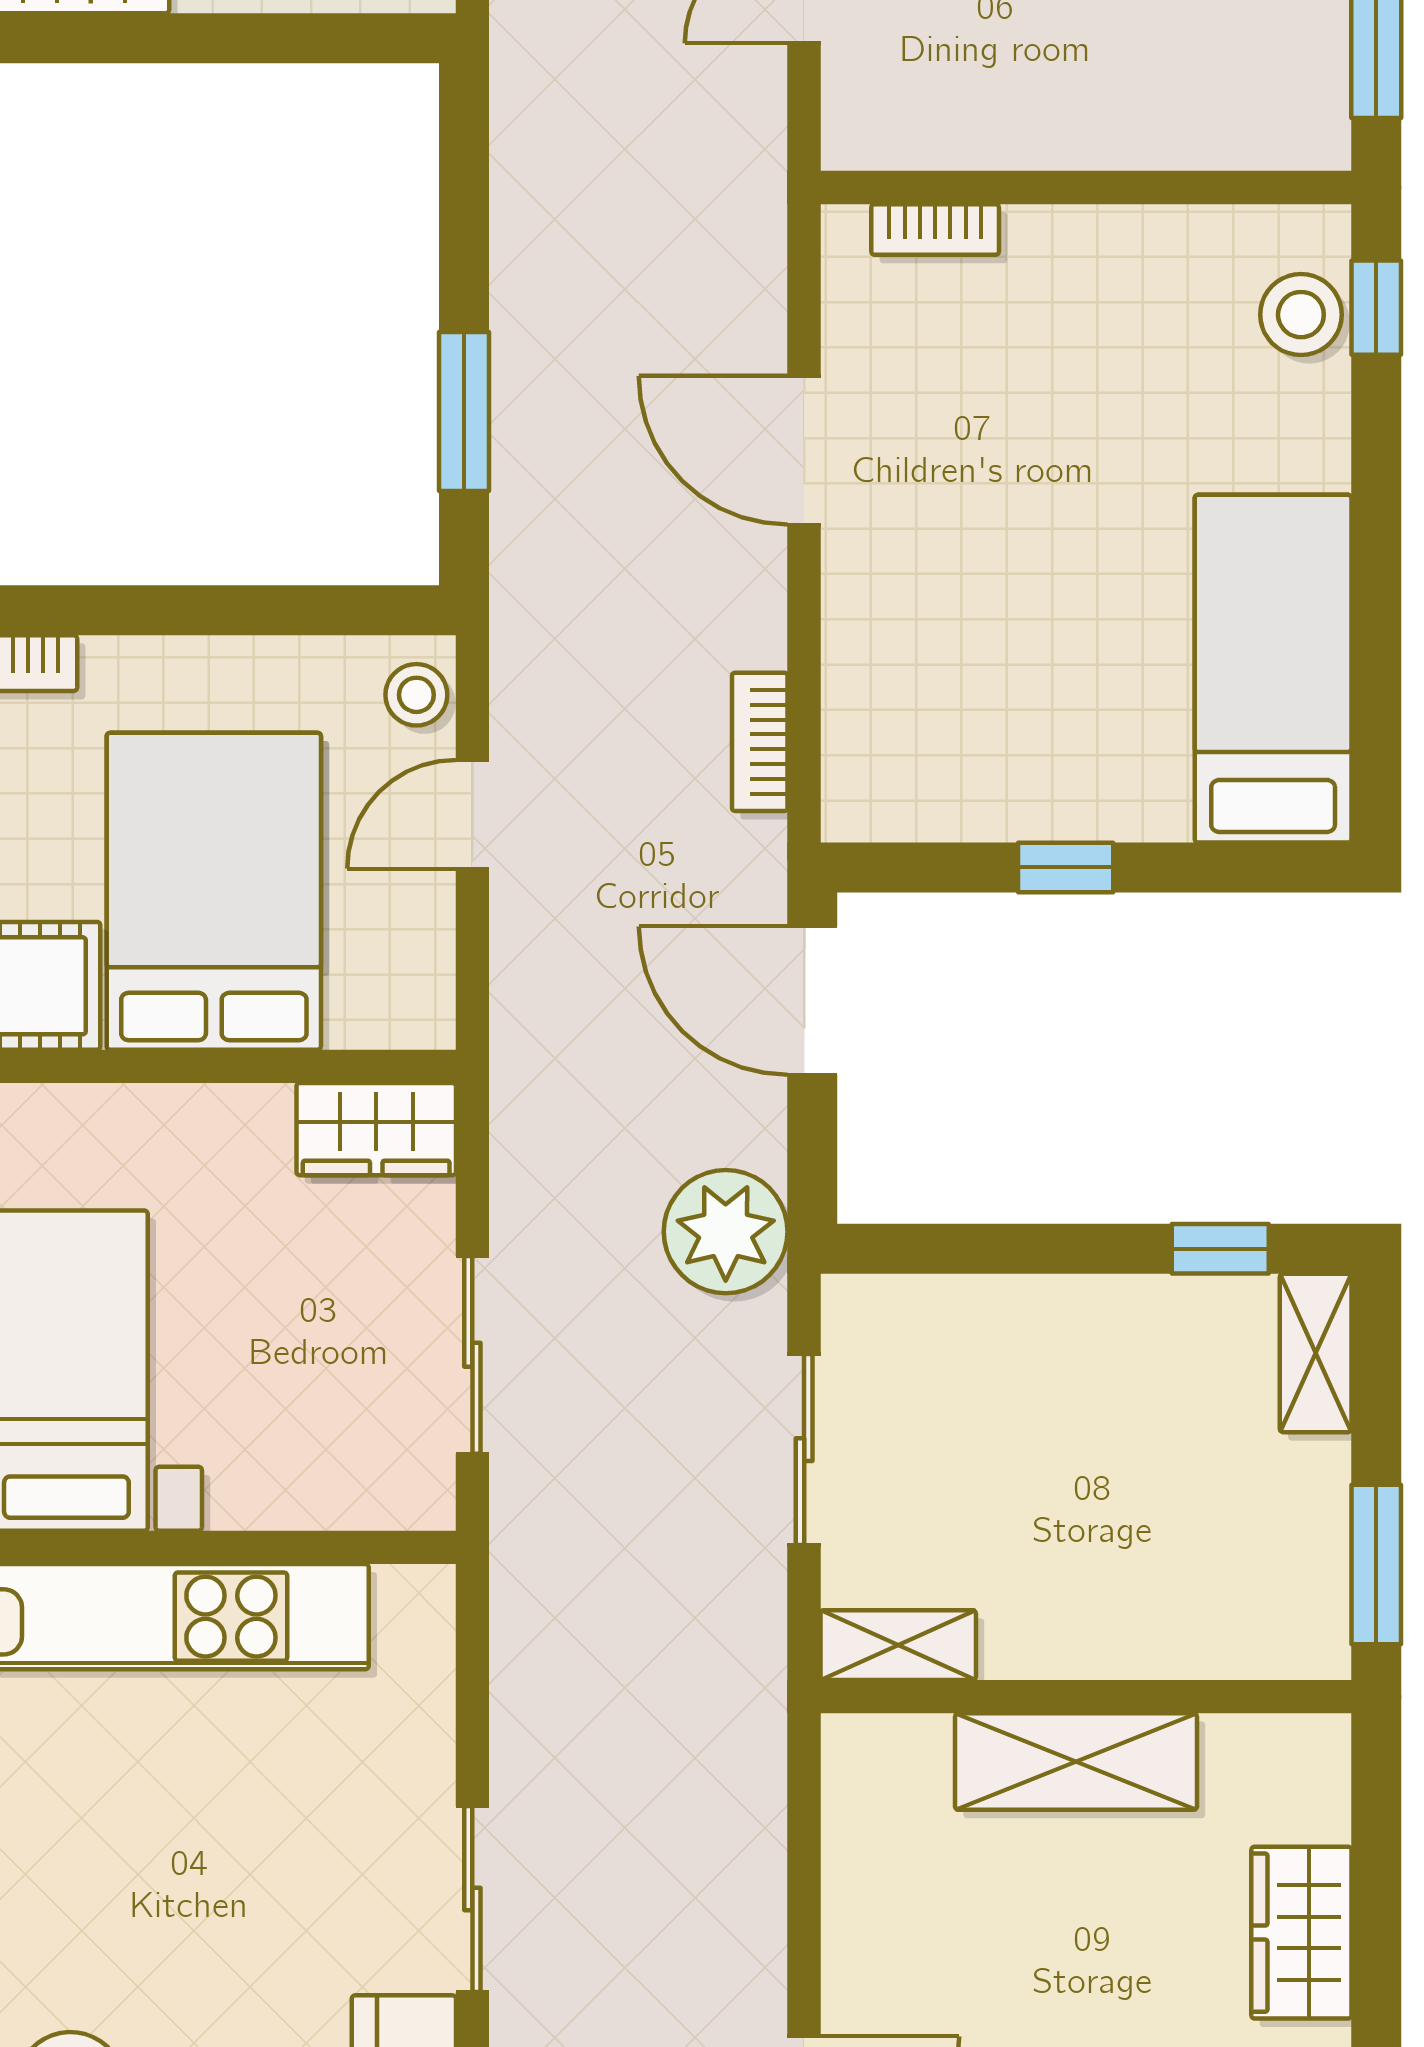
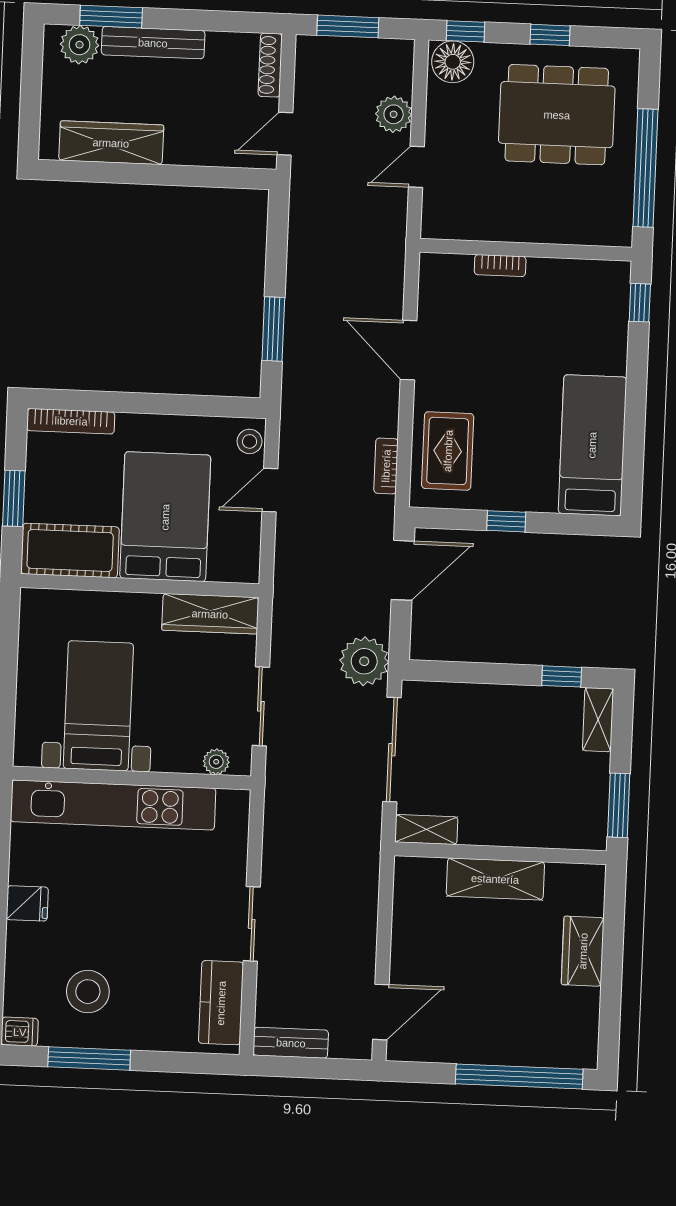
bookcase: (935, 229) -> (500, 266), moved
stool: (1301, 315) -> (610, 304), removed
rug: (912, 698) -> (448, 451), added
door: (812, 1001) -> (403, 570), swing flipped
wardrobe: (376, 1129) -> (210, 614), width x1.50
sliding door: (804, 1450) -> (392, 750), width x1.37
plant: (367, 1498) -> (216, 762), added

